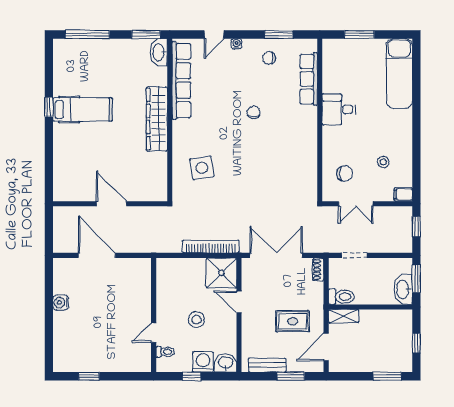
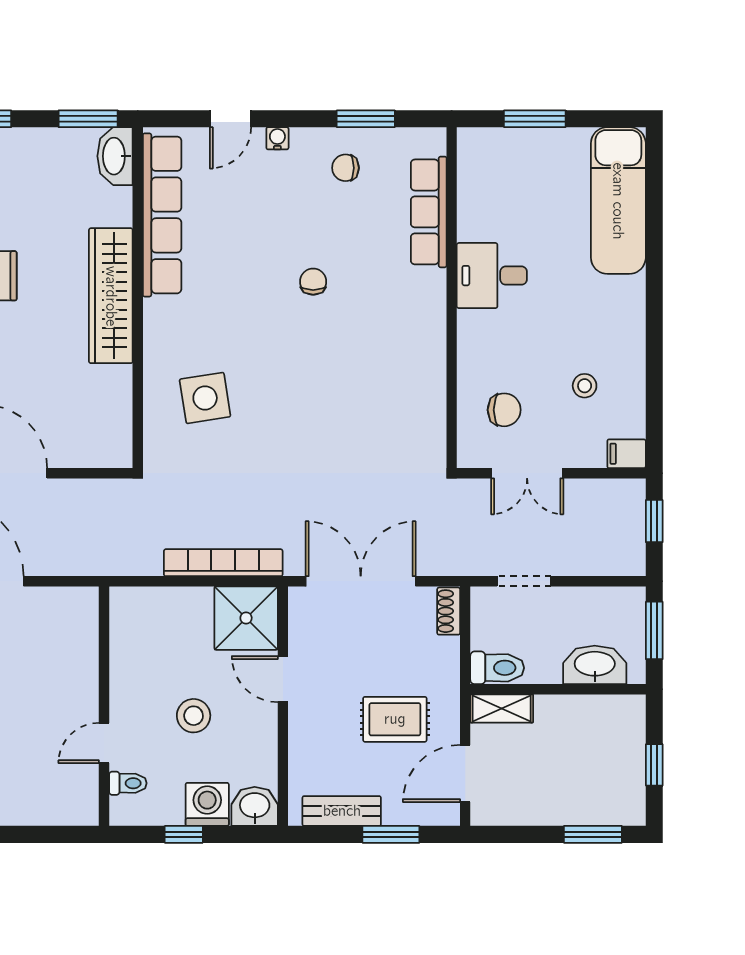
washbasin: (403, 289) -> (595, 665), moved, turned 90

